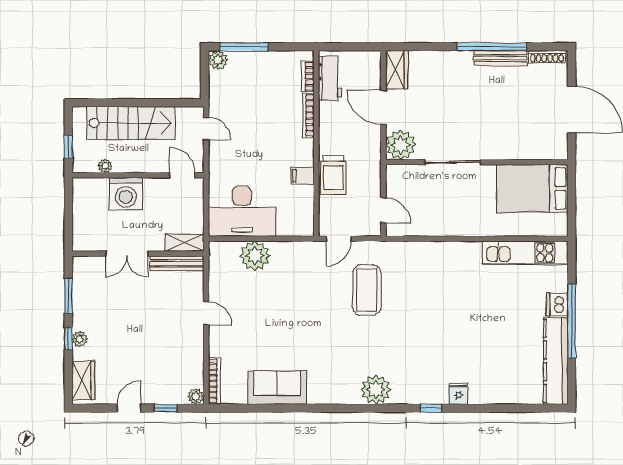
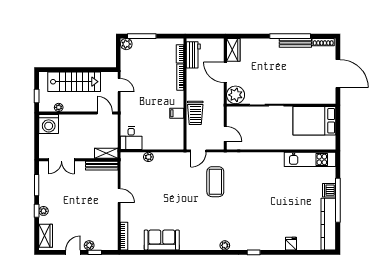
washing machine: (126, 194) -> (49, 124), moved
desk: (242, 211) -> (131, 138), width x0.53, depth x0.77
double door: (127, 254) -> (61, 160), moved
plant: (255, 256) -> (148, 157), width x0.53, depth x0.53
plant: (376, 390) -> (225, 245), width x0.53, depth x0.53
fridge: (458, 394) -> (291, 244), moved
plant: (196, 396) -> (89, 245), moved

